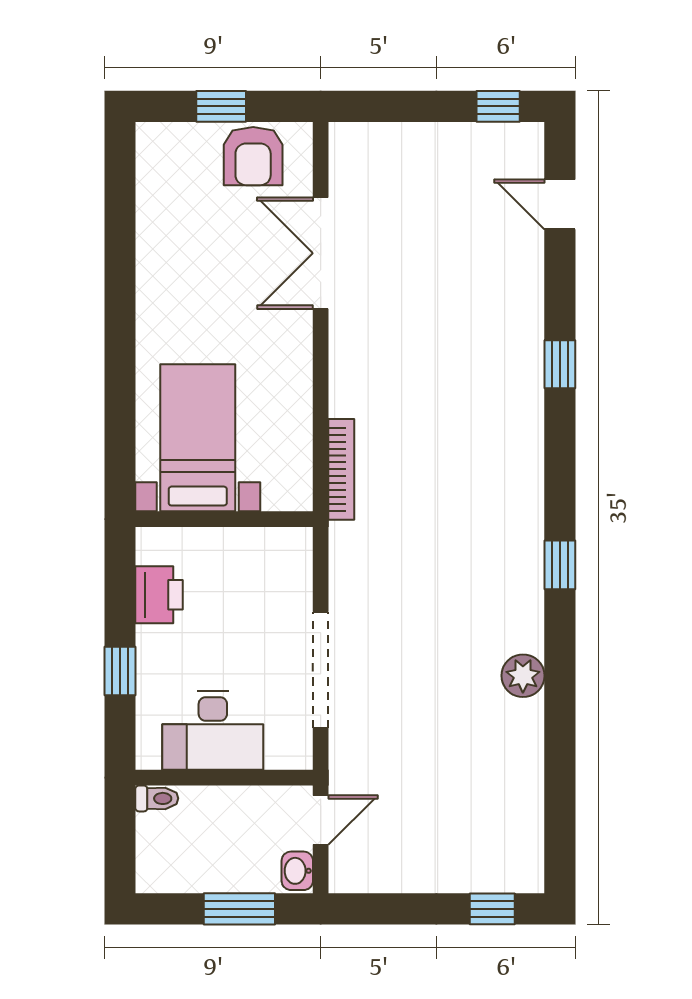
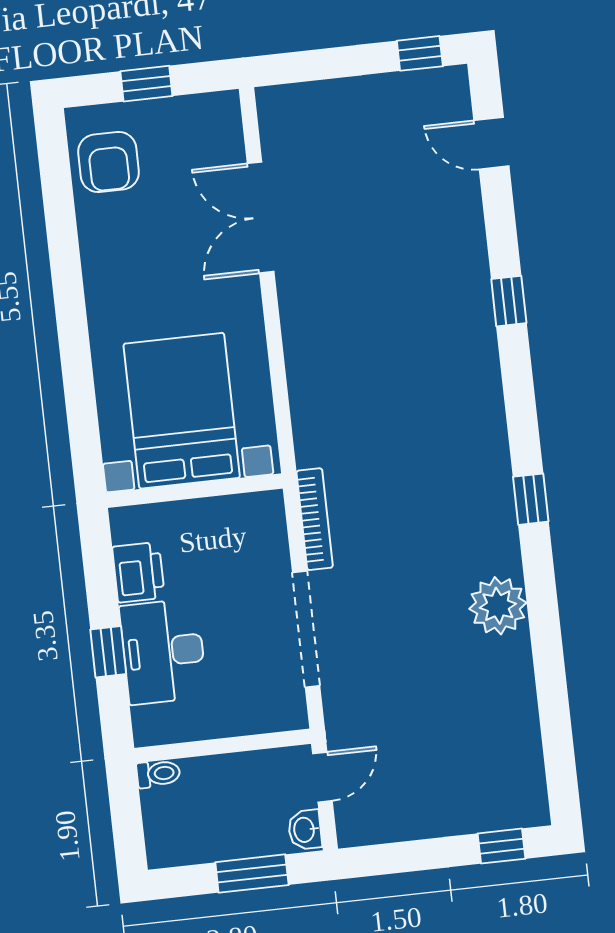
armchair: (253, 156) -> (108, 162), moved
bed with nightstands: (198, 438) -> (182, 411), width x1.36
bookcase: (341, 469) -> (315, 519), moved
plant: (523, 676) -> (498, 606), width x1.36, depth x1.36
desk: (213, 730) -> (163, 652), moved, turned 90

